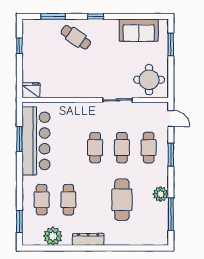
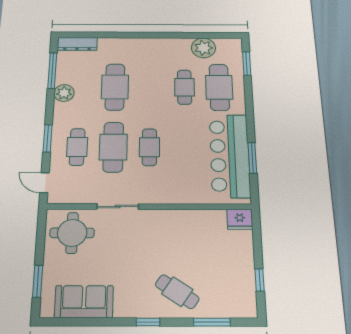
cafe table: (122, 148) -> (113, 147), width x1.37, depth x1.35
cafe table: (42, 200) -> (219, 87), width x1.37, depth x1.35
dresser: (88, 239) -> (77, 44), moved

